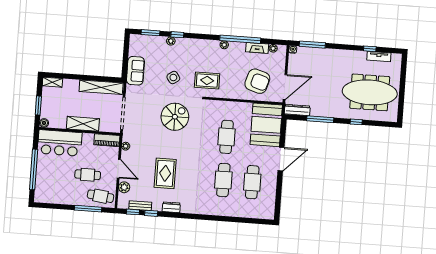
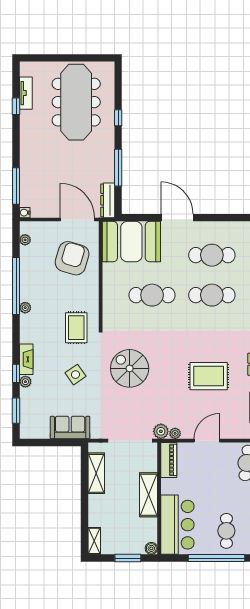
fireplace: (257, 48) -> (26, 359), moved
shelving: (101, 87) -> (96, 473), width x0.68
cafe table: (88, 175) -> (226, 531), moved
plant: (124, 187) -> (161, 431), moved

